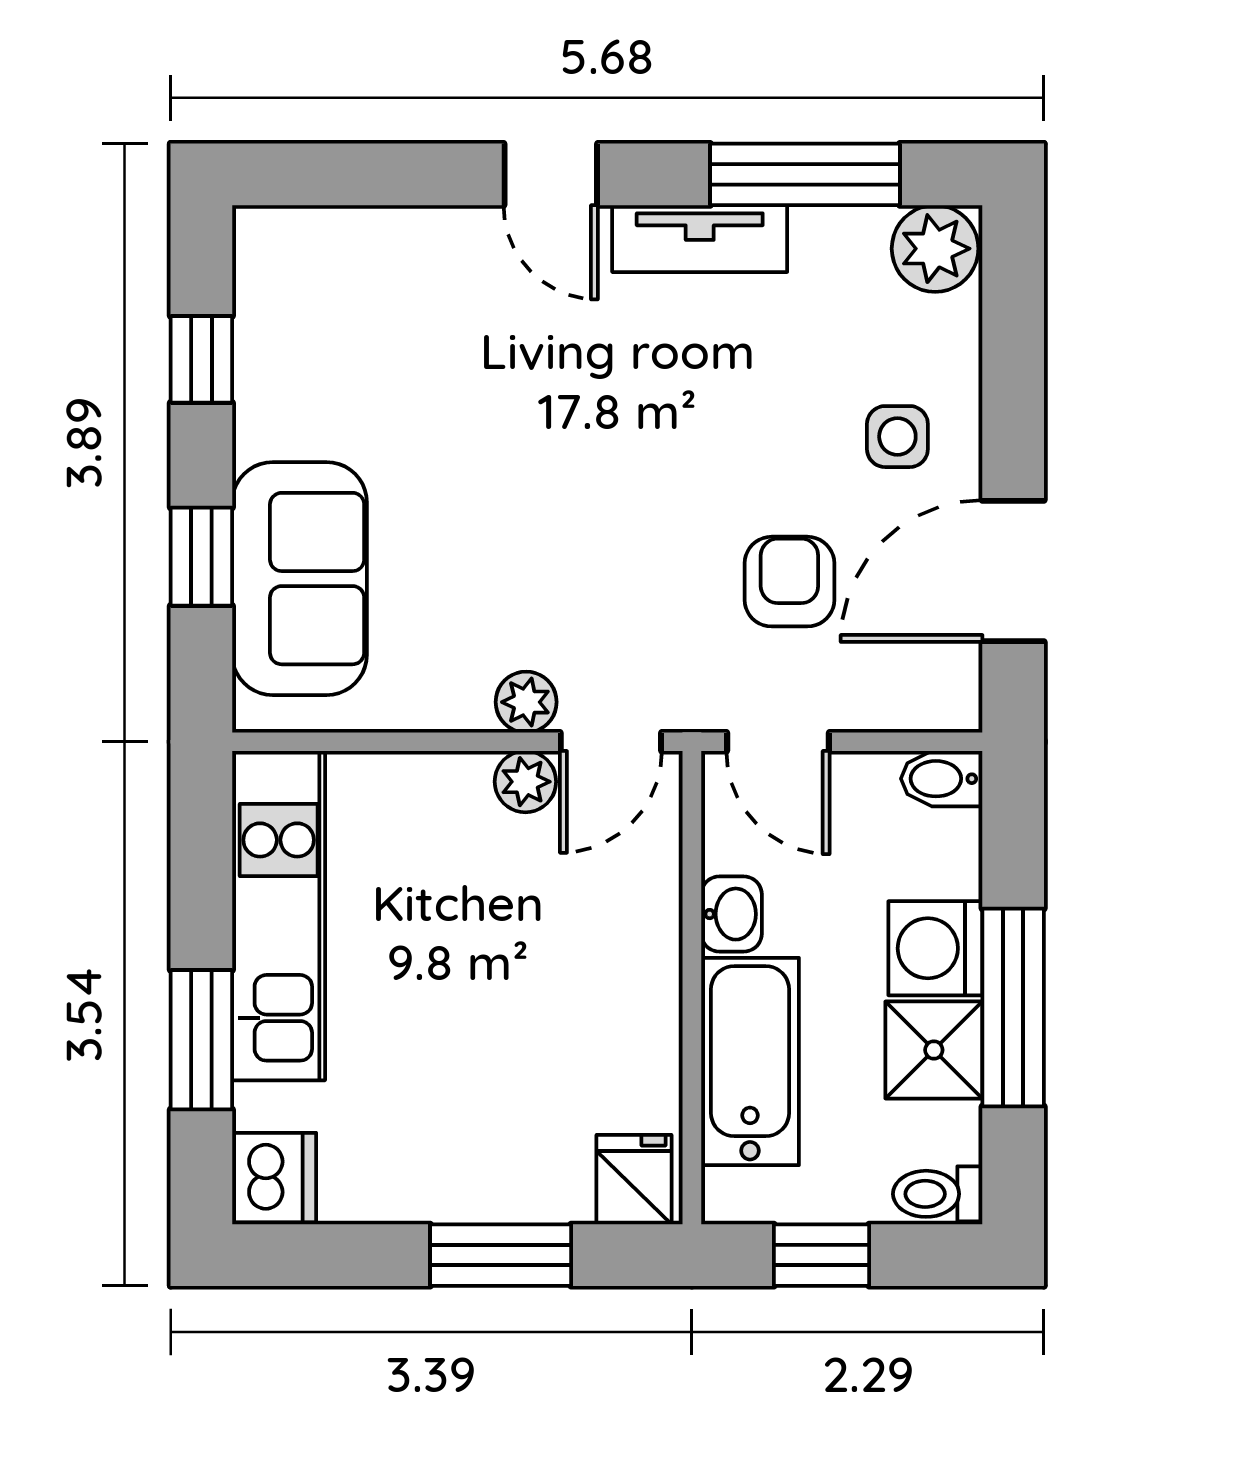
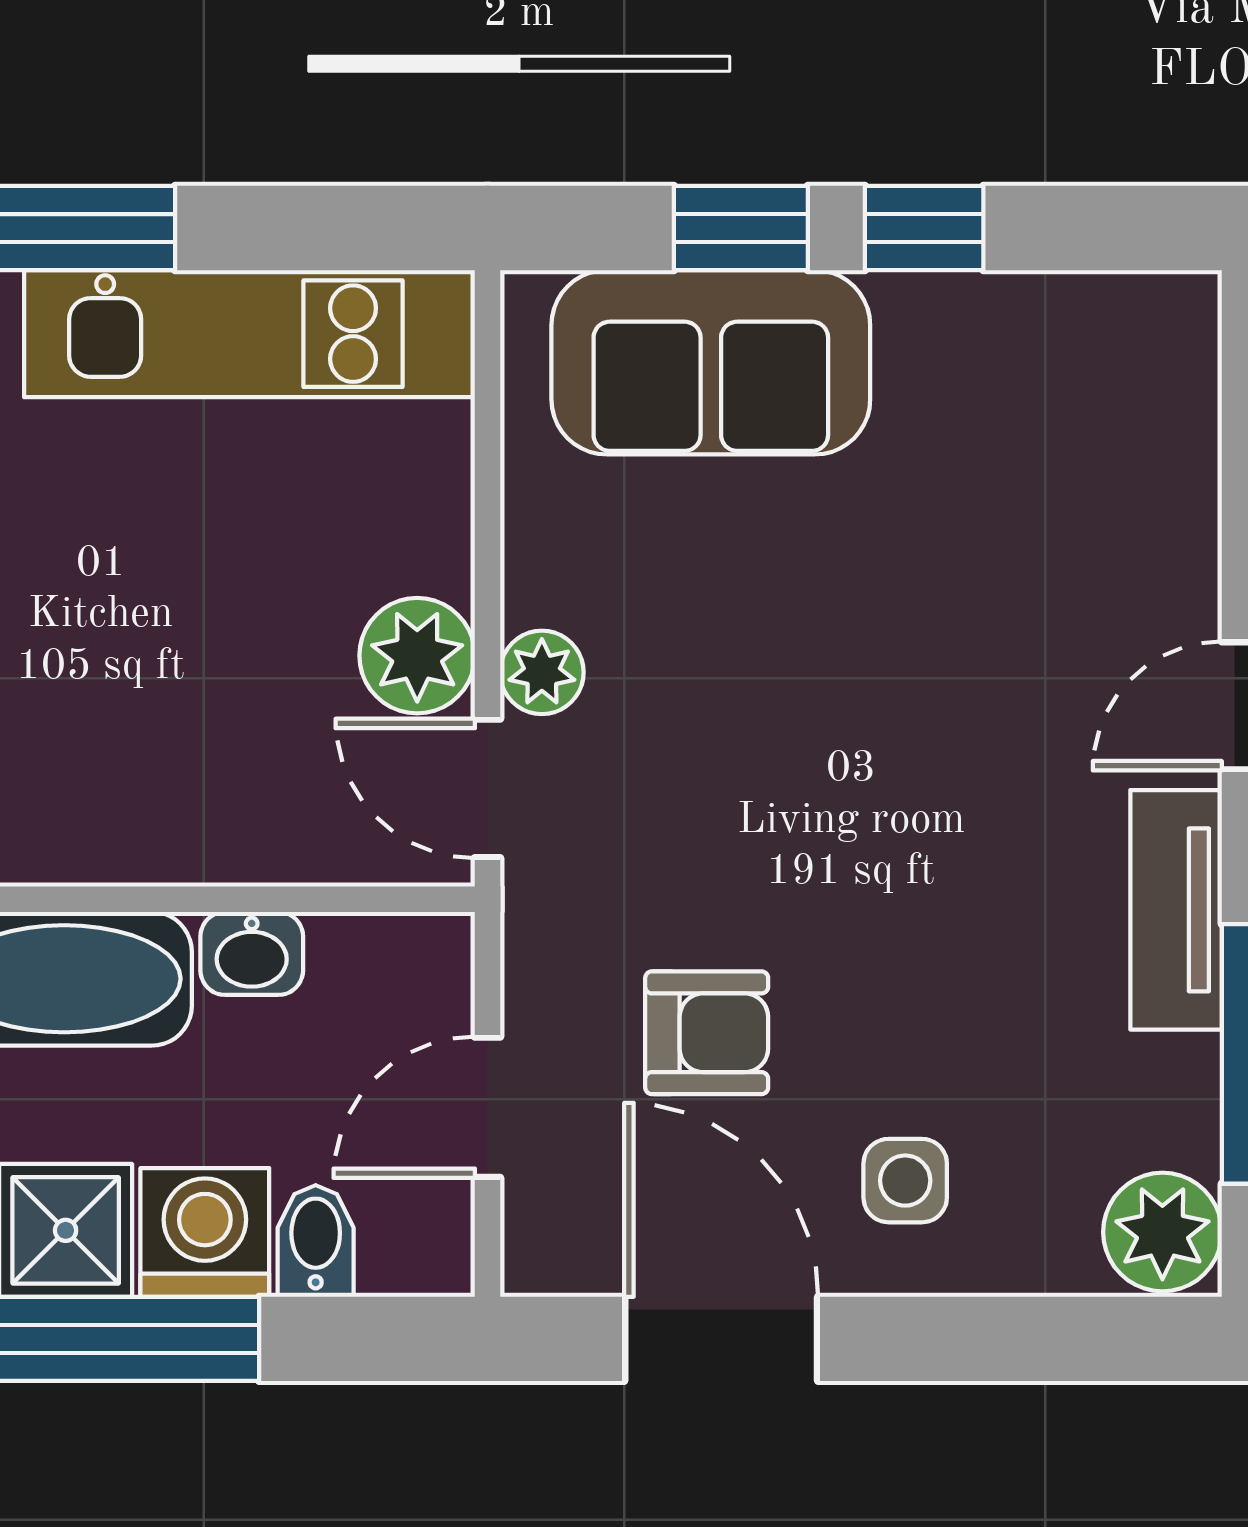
window: (201, 359) -> (924, 228), moved
door: (778, 742) -> (488, 1107), moved
bidet: (942, 779) -> (316, 1241), moved
plant: (525, 782) -> (417, 656), width x1.38, depth x1.38

